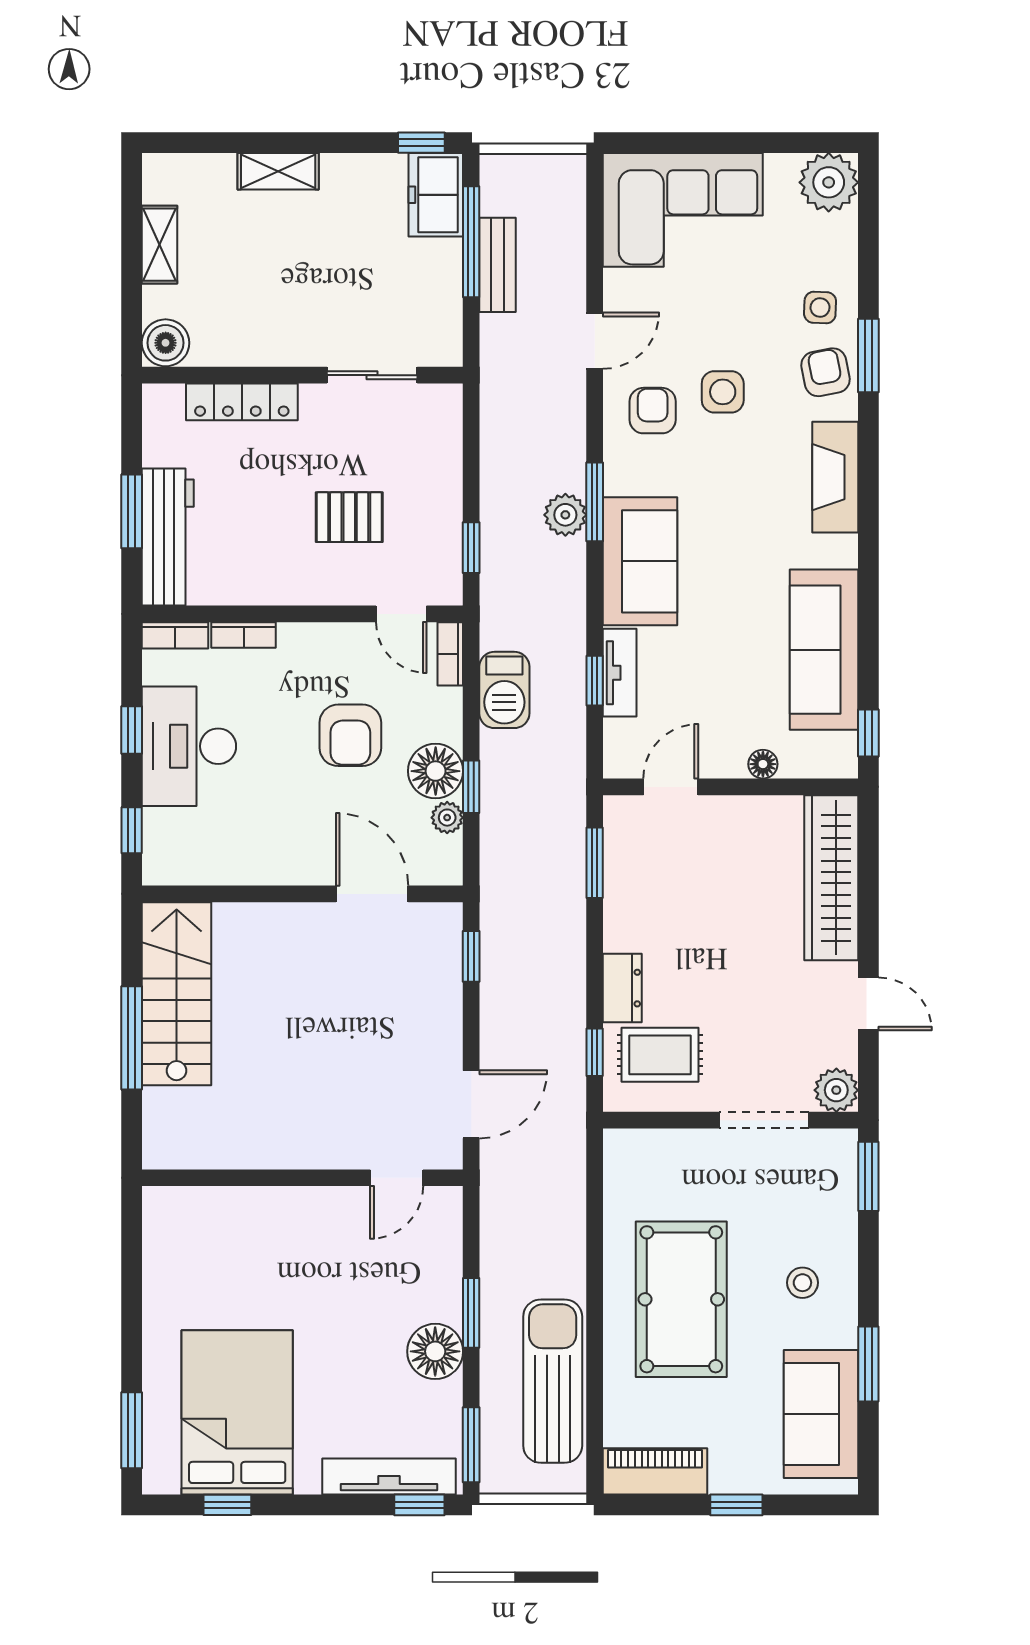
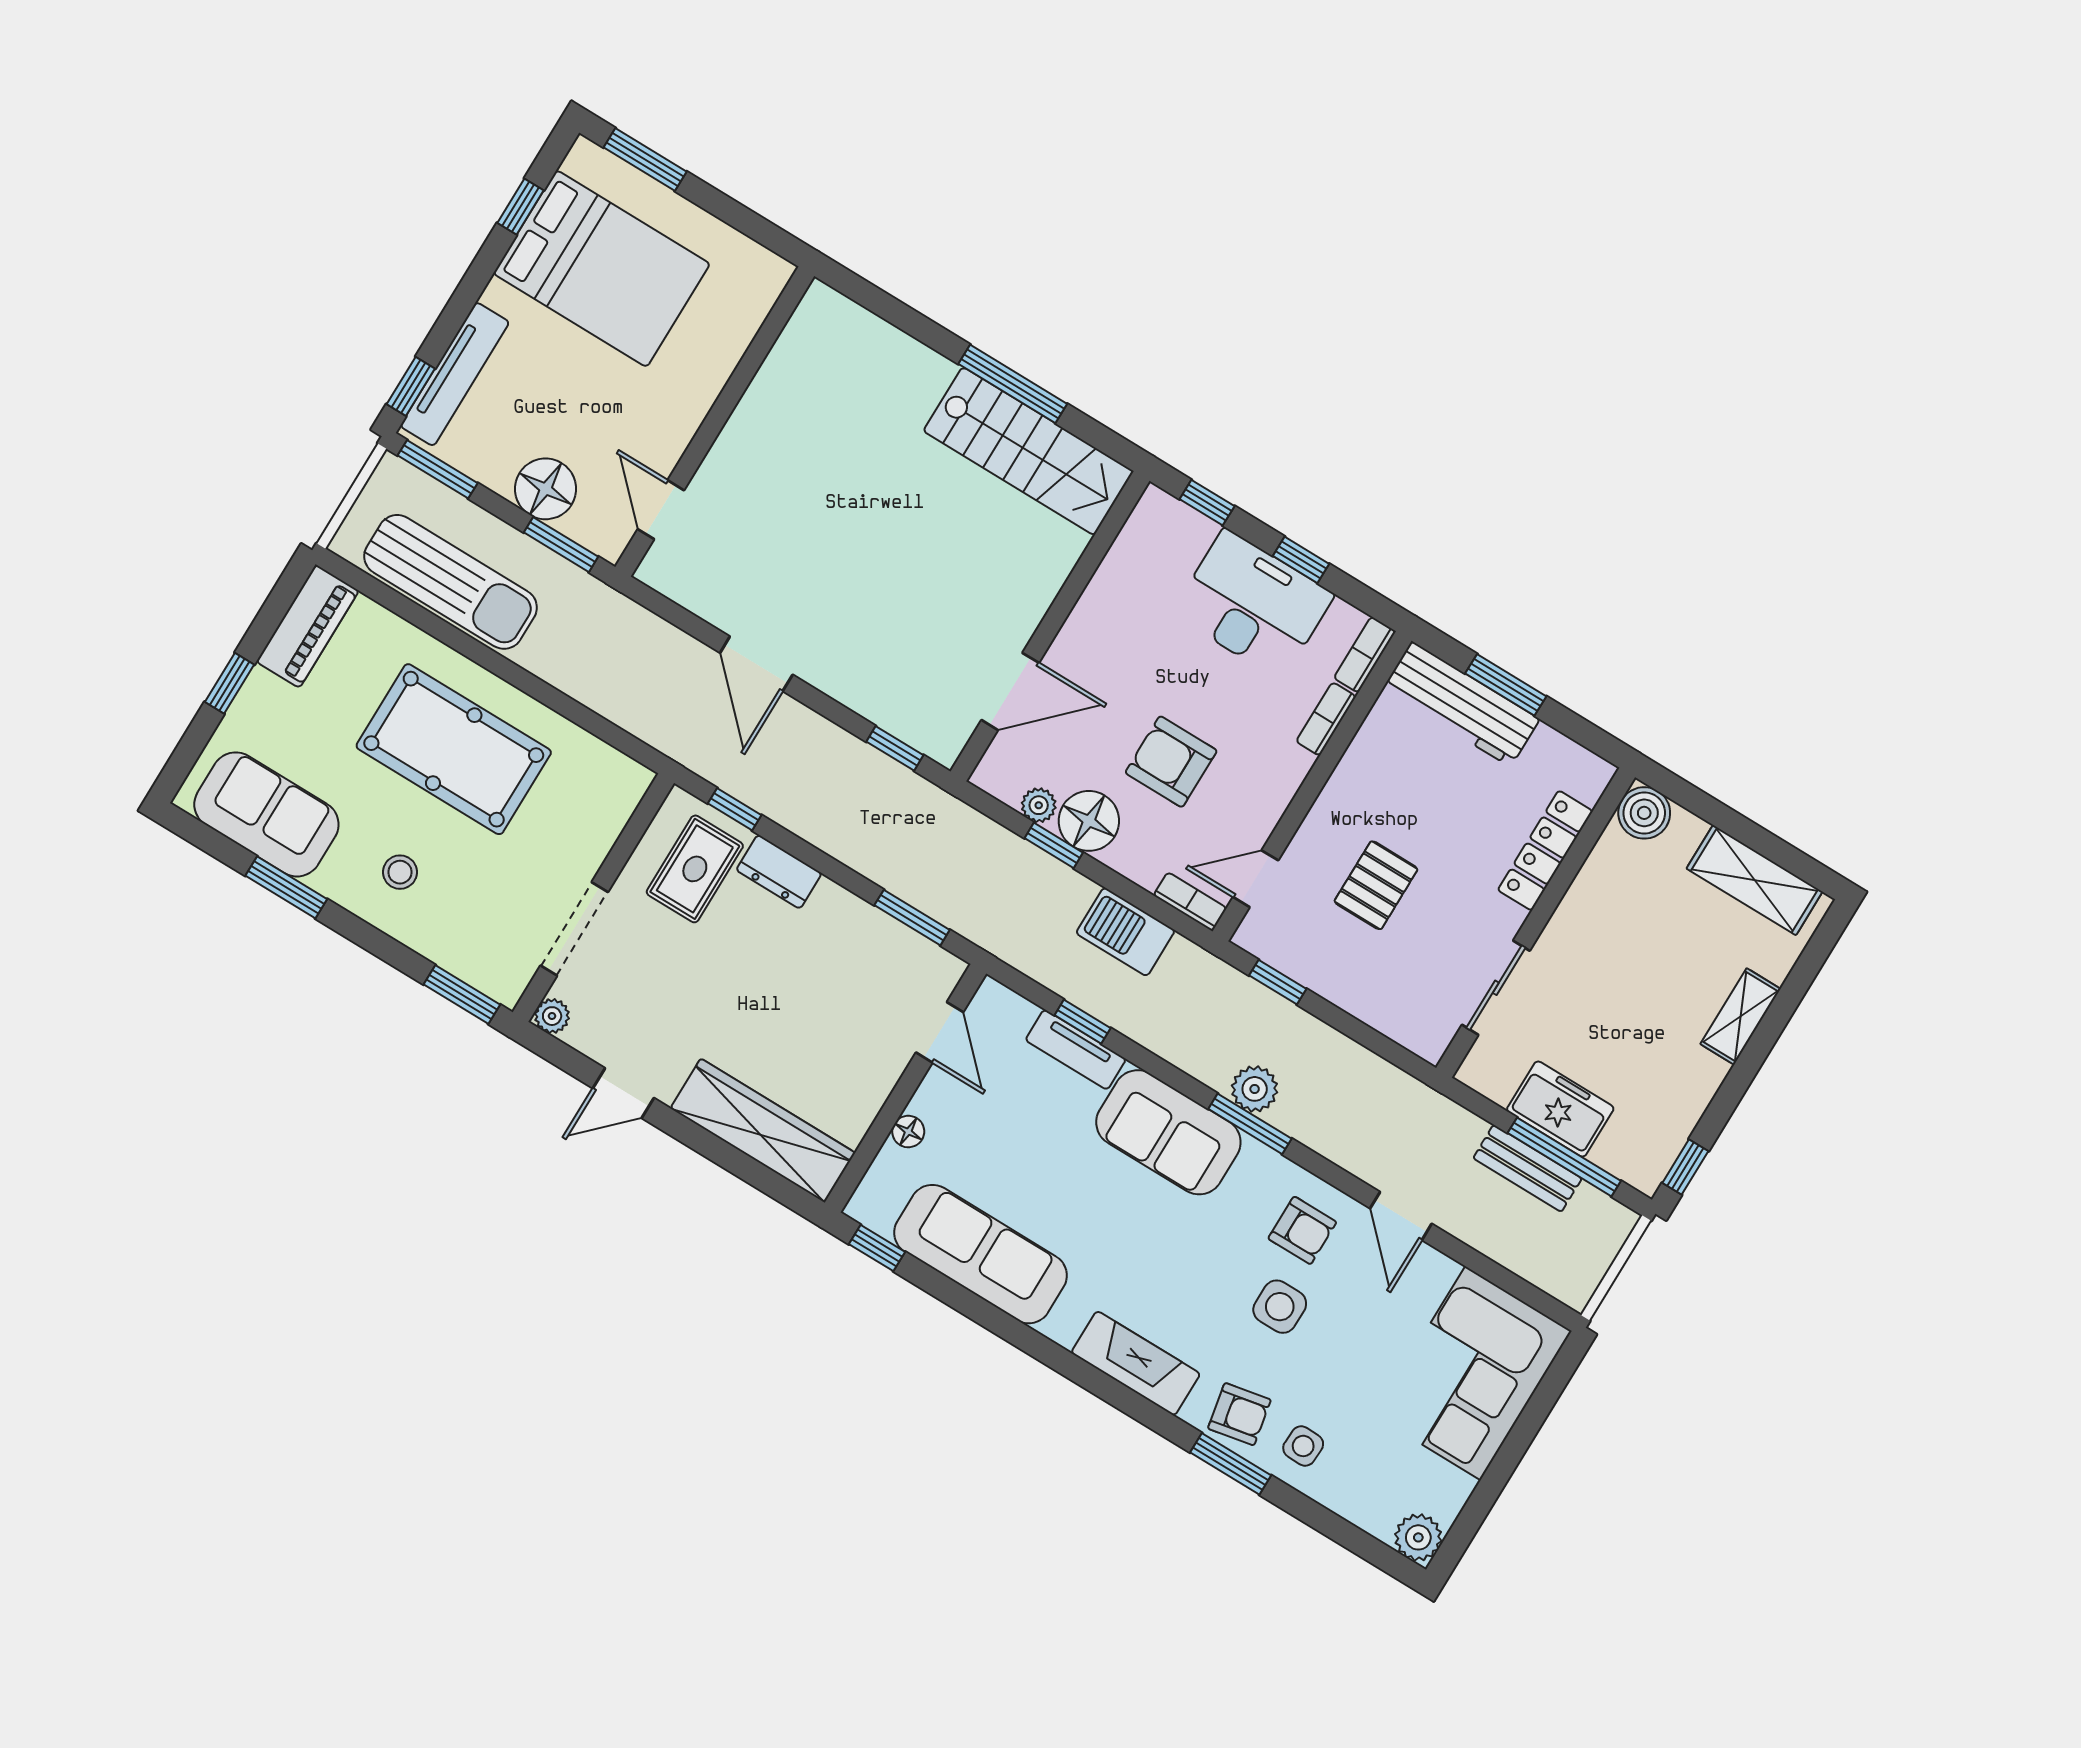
plant: (829, 182) -> (1418, 1537), width x0.73, depth x0.73
freezer: (436, 195) -> (1560, 1109), moved
shelving: (160, 245) -> (1755, 880), width x1.50, depth x1.33
plant: (836, 1090) -> (552, 1016), width x0.73, depth x0.73
wall: (302, 1178) -> (715, 422), moved
door: (397, 1178) -> (661, 510), moved

